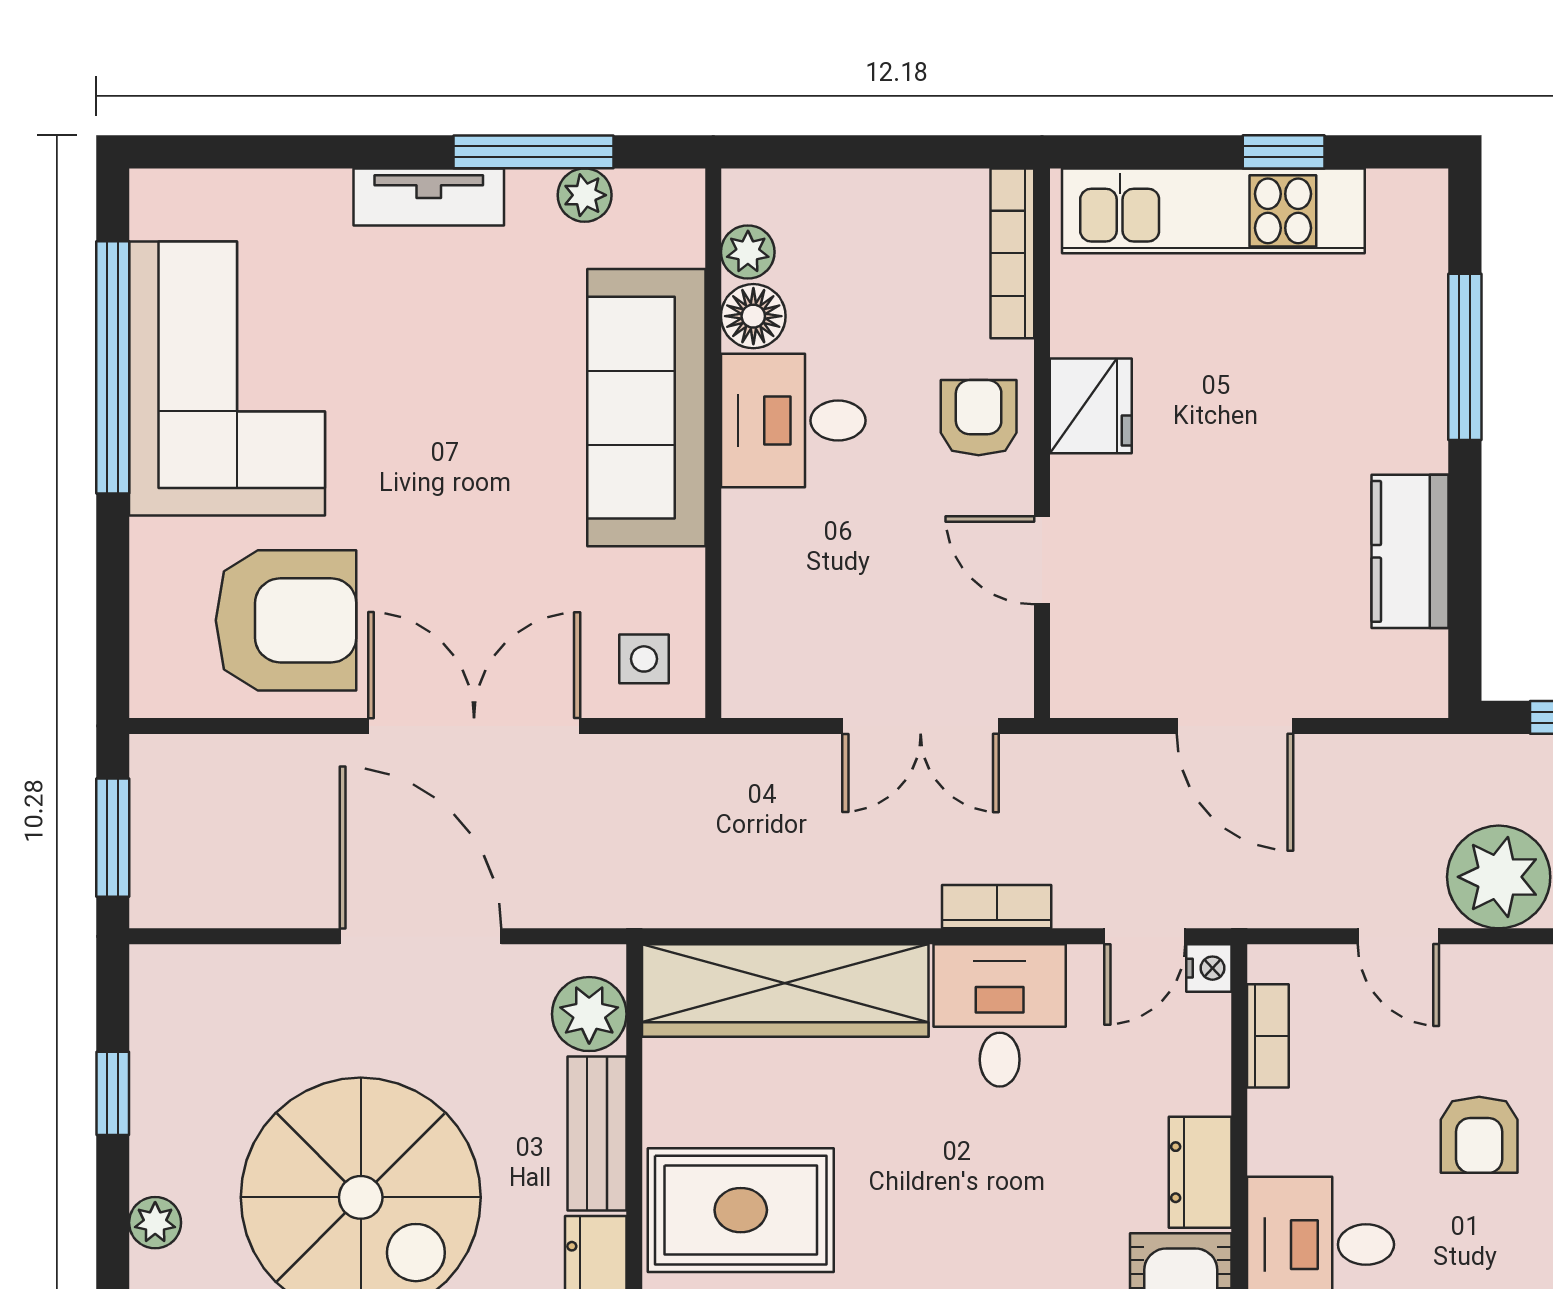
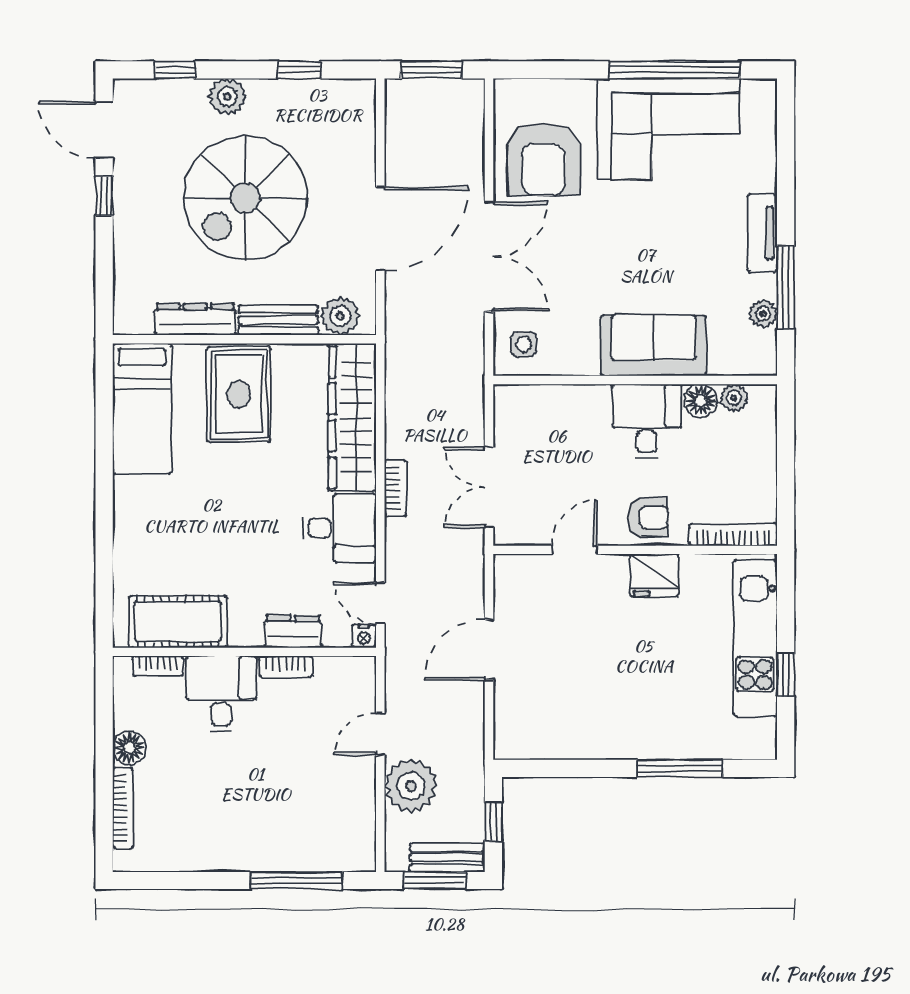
sofa: (646, 408) -> (653, 345), width x0.73
kitchen counter: (1410, 551) -> (579, 740), removed
bookcase: (997, 907) -> (396, 488), moved
bookcase: (1268, 1036) -> (286, 667), moved
armchair: (1479, 1135) -> (278, 776), removed
dresser: (1200, 1172) -> (293, 632), moved
plant: (155, 1223) -> (227, 97), width x1.38, depth x1.38

